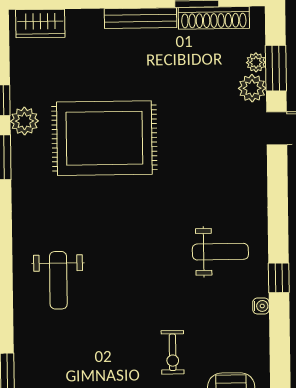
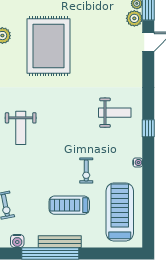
rug: (104, 138) -> (49, 46), turned 90
water cooler: (261, 306) -> (138, 163), moved

